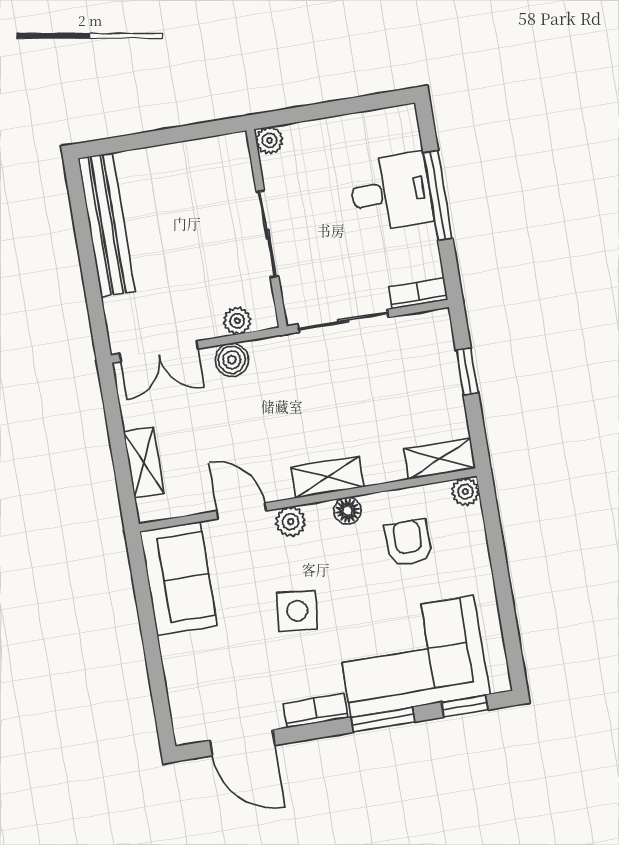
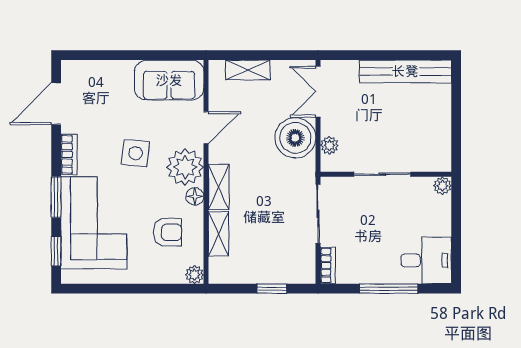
desk: (391, 192) -> (426, 260), moved, turned -90
boiler: (232, 360) -> (295, 138), width x1.86, depth x1.86
shelving: (440, 459) -> (219, 234), moved
plant: (291, 522) -> (185, 167), width x1.87, depth x1.87

